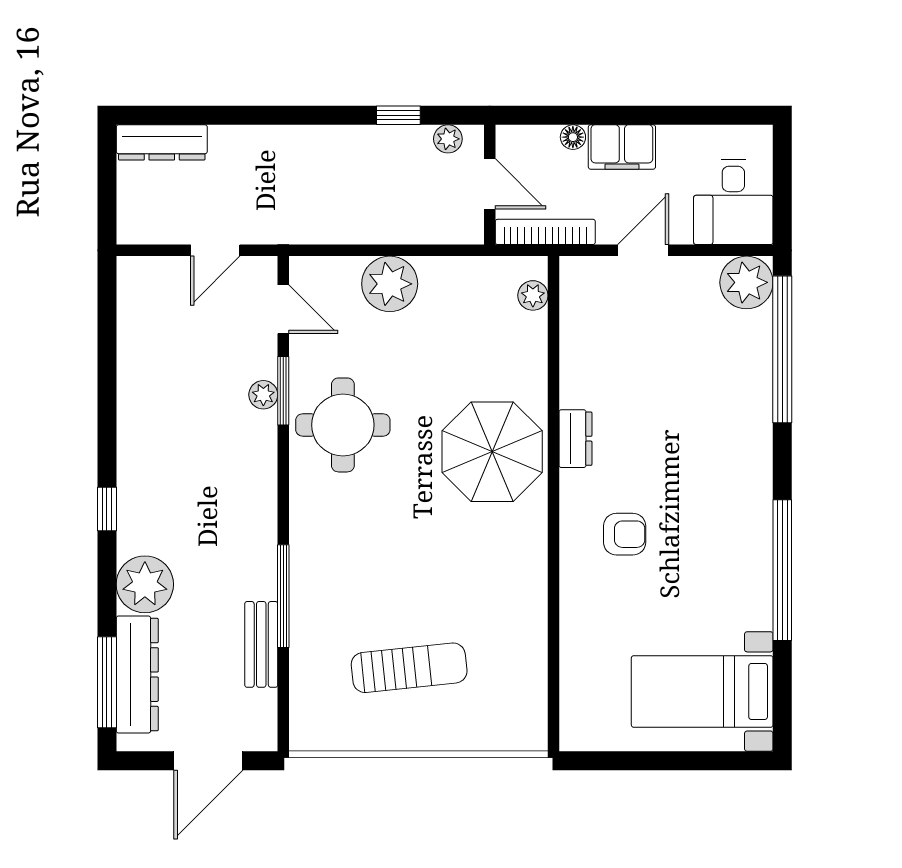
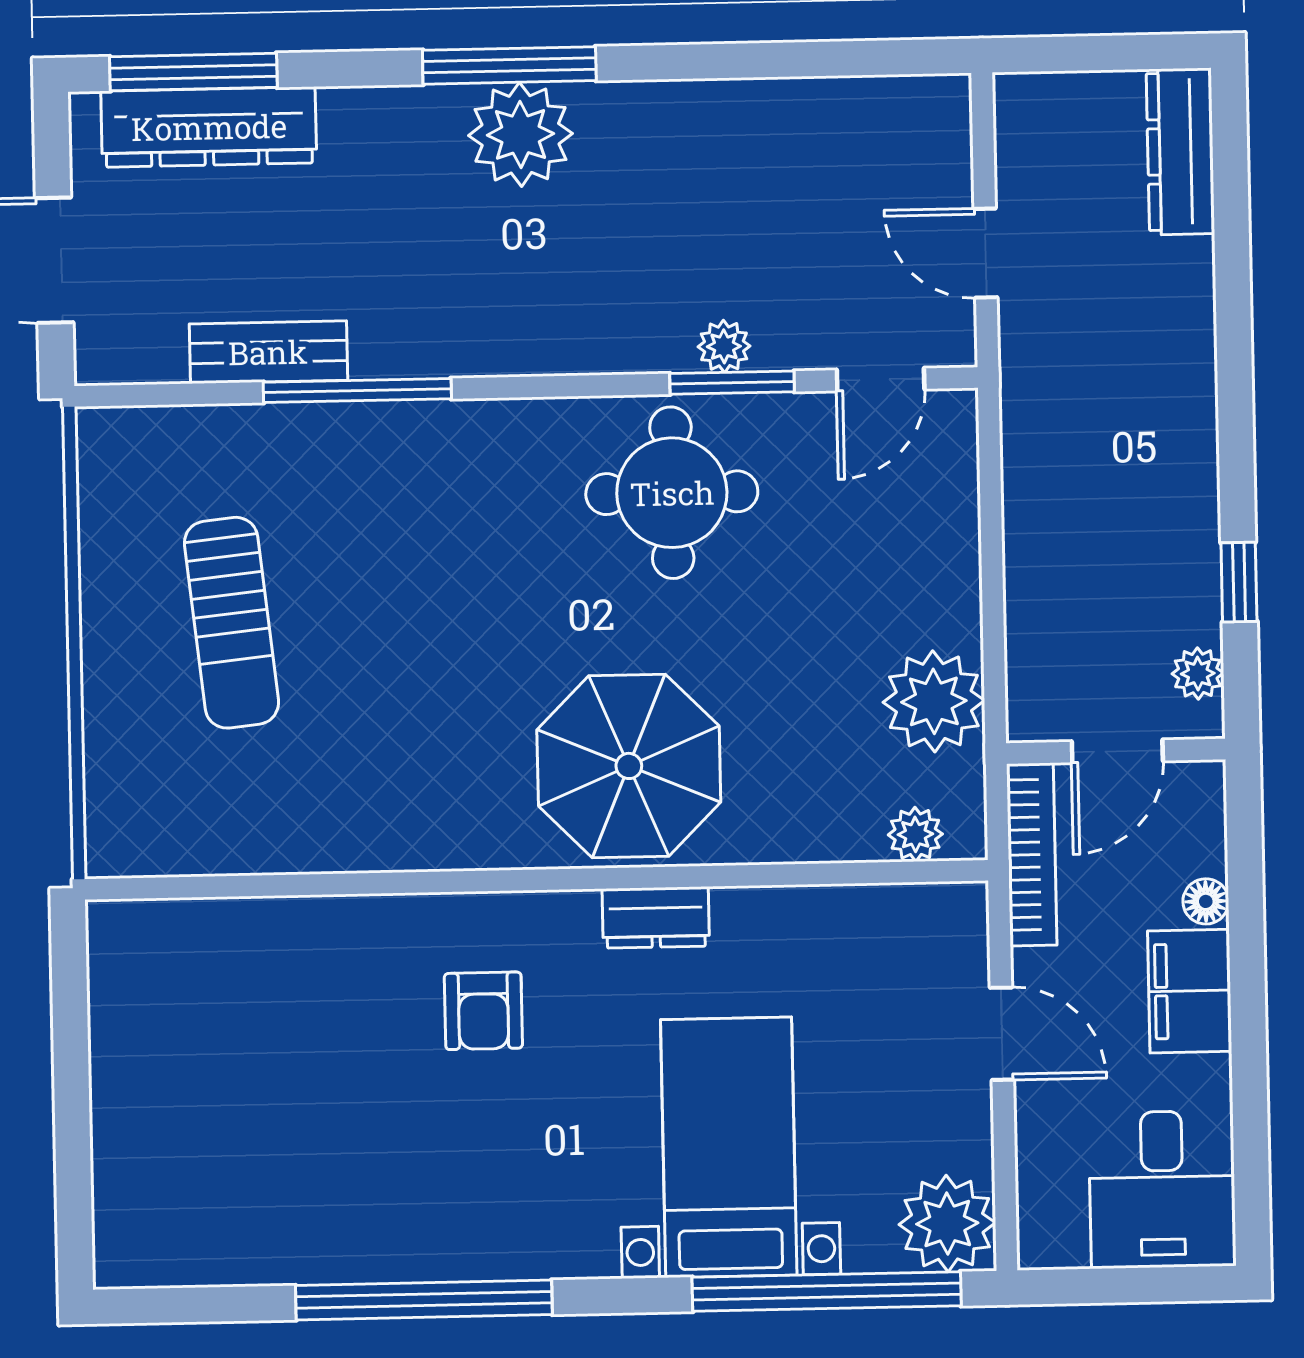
desk: (733, 202) -> (1162, 1189), moved, turned -90
plant: (390, 284) -> (934, 701), moved
window: (107, 509) -> (509, 65), width x2.17
plant: (145, 584) -> (520, 134), moved
bed with nightstands: (702, 691) -> (729, 1147), moved

